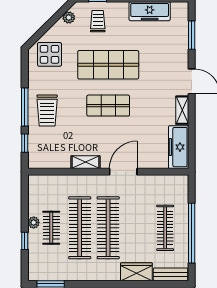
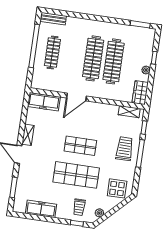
freezer: (179, 147) -> (44, 102), moved, turned 90
shelving: (85, 162) -> (129, 112), moved
clothes rail: (51, 228) -> (134, 64), removed
wardrobe: (136, 272) -> (140, 93), moved, turned 90

